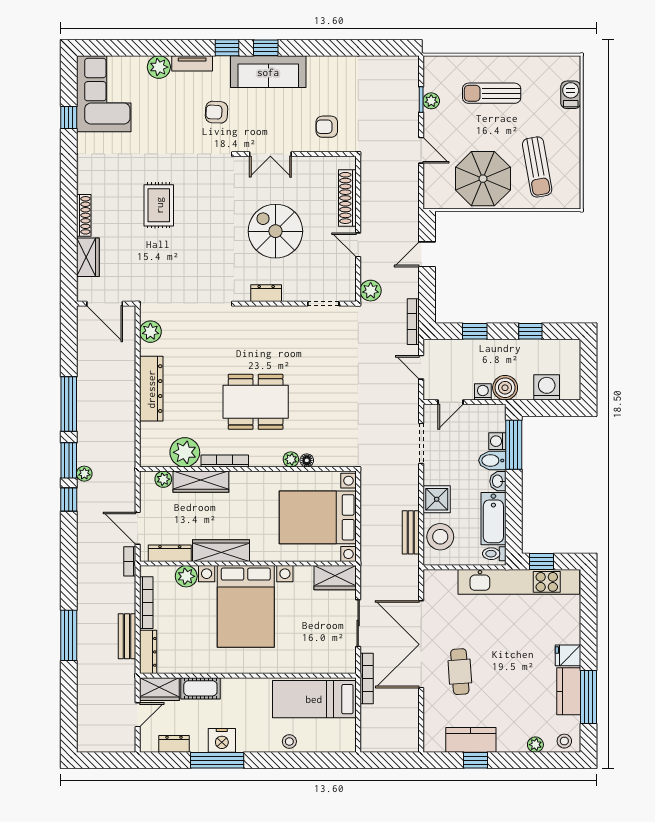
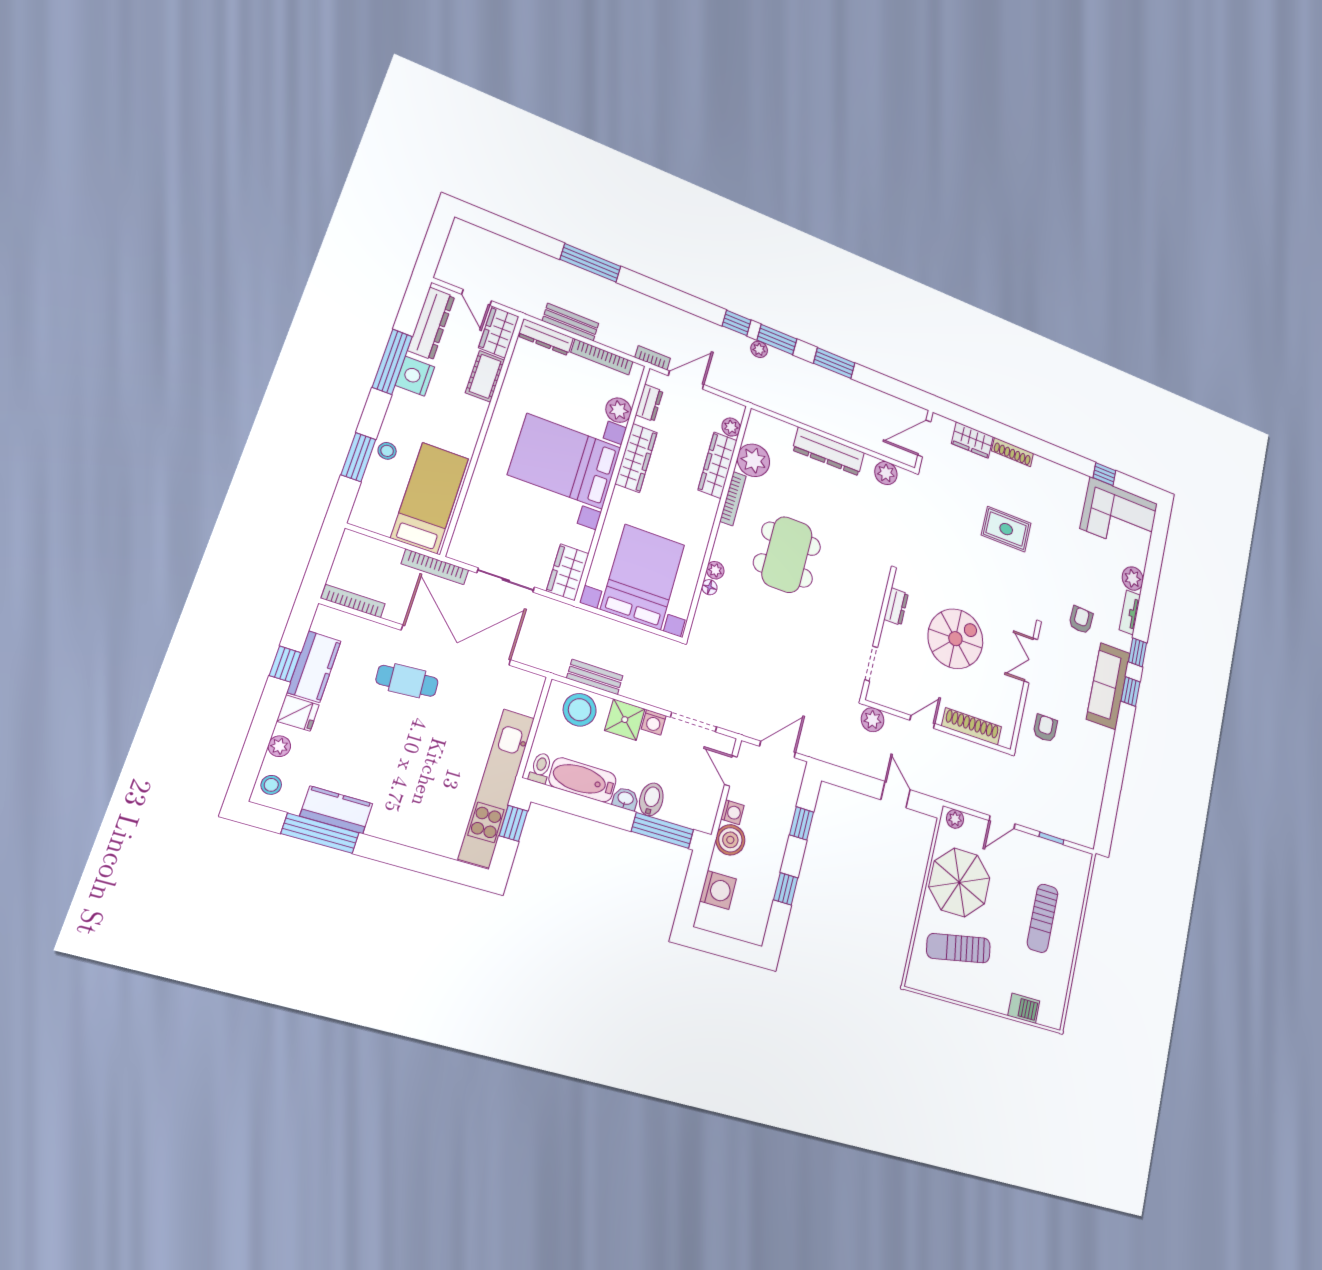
sun lounger: (492, 93) -> (1043, 918), turned 180
plant: (431, 101) -> (955, 819), moved
bookcase: (413, 322) -> (353, 601), moved
door: (421, 367) -> (778, 749), width x1.37
window: (69, 404) -> (834, 363), width x0.69
washing machine: (497, 441) -> (654, 722), moved, turned 180
dresser: (170, 553) -> (649, 403), width x0.70
fridge: (568, 655) -> (298, 713), moved, turned 90
dresser: (174, 744) -> (431, 323), width x1.96, depth x1.24
window: (302, 760) -> (358, 457), added

